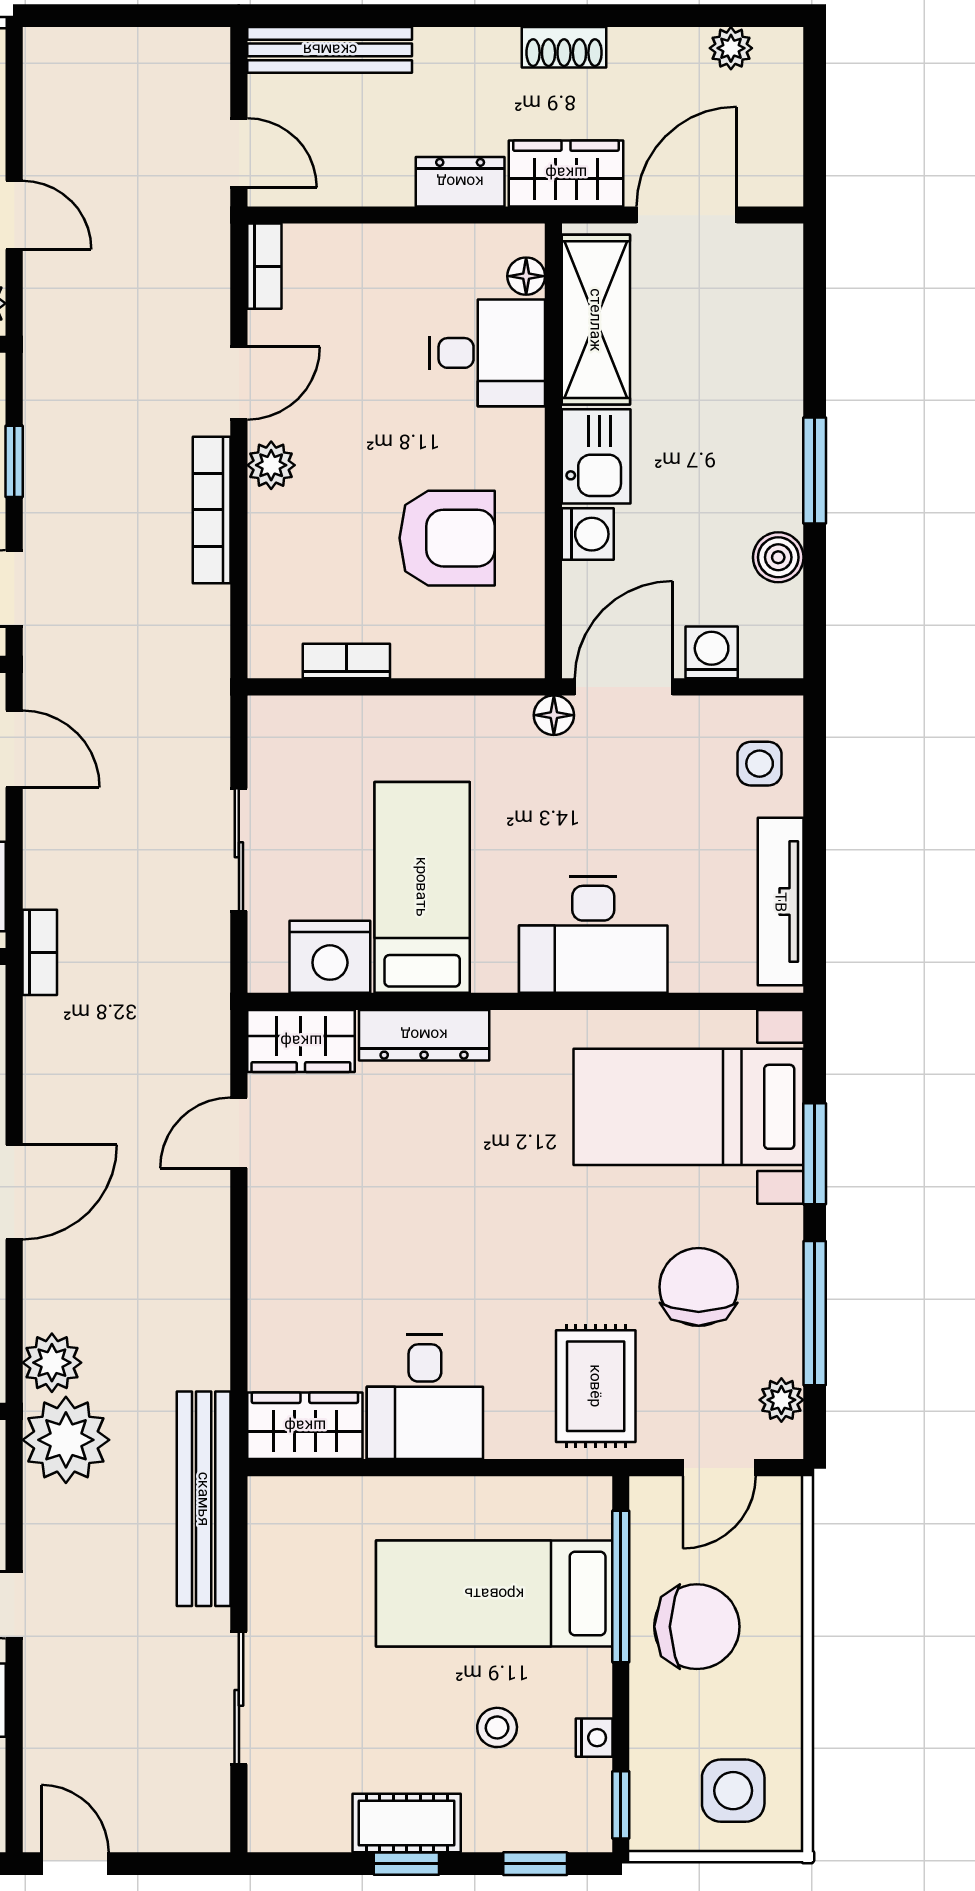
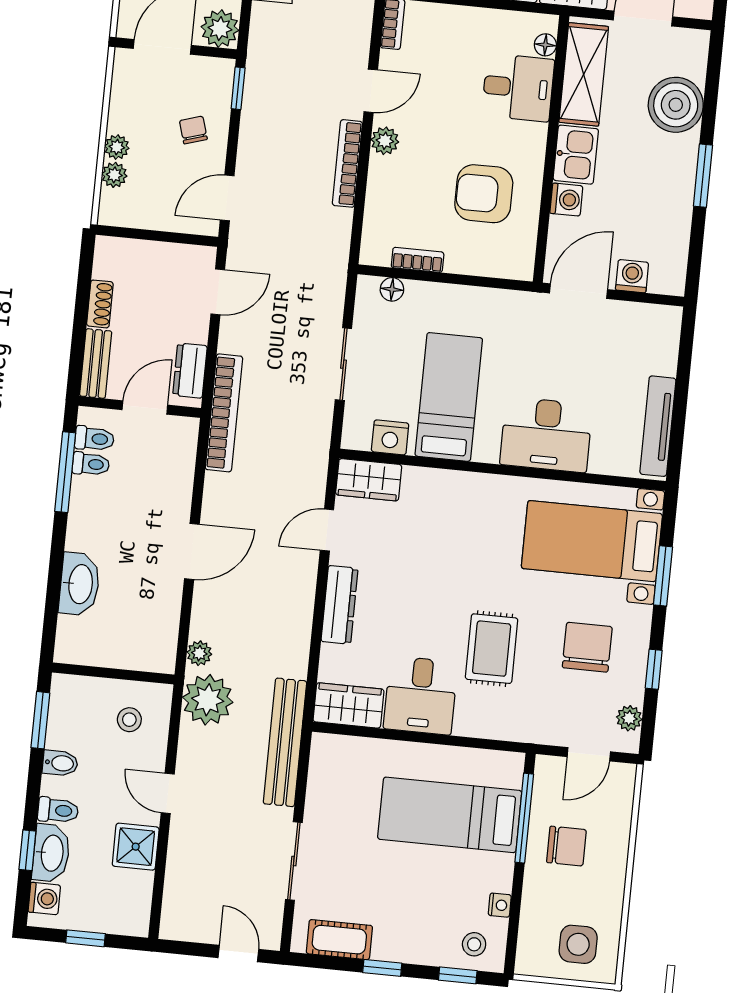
window: (14, 461) -> (238, 88), moved
armchair: (447, 538) -> (484, 194), turned 180
boiler: (778, 557) -> (676, 105), moved, width x1.86, depth x1.86
floor lamp: (554, 715) -> (392, 289), moved
door: (14, 749) -> (218, 292), hinge flipped
side table: (760, 764) -> (654, 344), removed
bookcase: (40, 952) -> (224, 413), width x2.31, depth x1.31
nightstand: (330, 957) -> (390, 437), width x0.74, depth x0.75
dresser: (424, 1035) -> (339, 605), moved, turned -90
window: (815, 1313) -> (654, 669), width x0.46
plant: (52, 1363) -> (199, 653), width x0.73, depth x0.73
rug: (596, 1386) -> (492, 649), moved
chair: (697, 1627) -> (566, 846), width x0.73, depth x0.73
stool: (497, 1727) -> (474, 944), moved
window: (621, 1805) -> (511, 946), removed
cot: (407, 1823) -> (339, 940), moved
door: (75, 1864) -> (238, 954), moved

